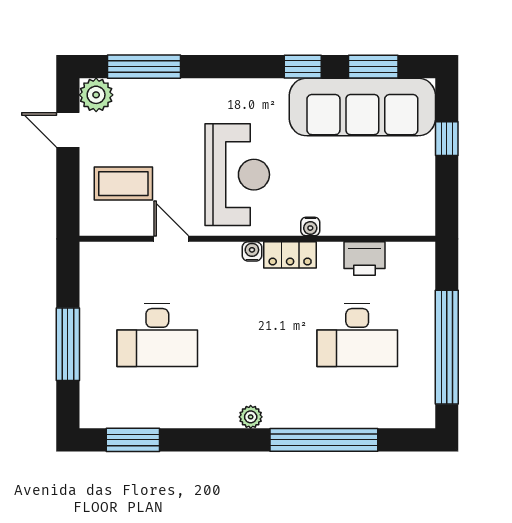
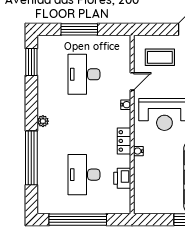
coffee table: (123, 184) -> (160, 57), turned 90
water cooler: (252, 251) -> (126, 105), moved

